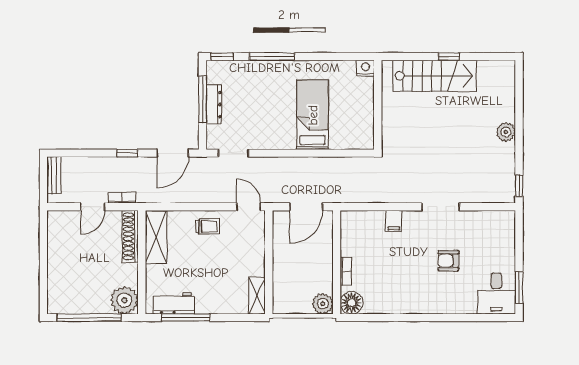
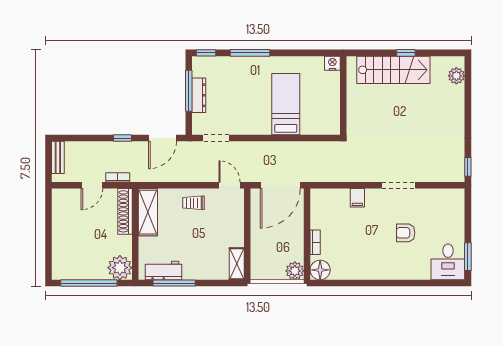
plant: (506, 132) -> (456, 76), moved
door: (306, 207) -> (280, 185), width x1.36
trolley: (208, 227) -> (193, 203), turned 180

